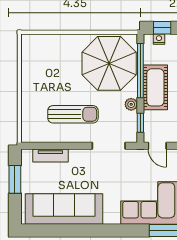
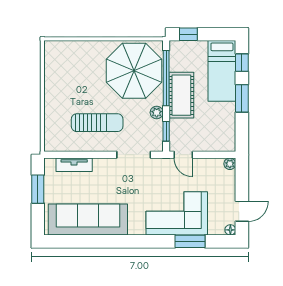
nightstand: (159, 39) -> (185, 46), removed

